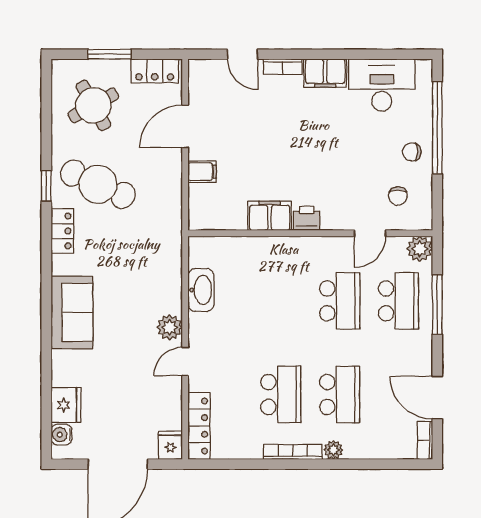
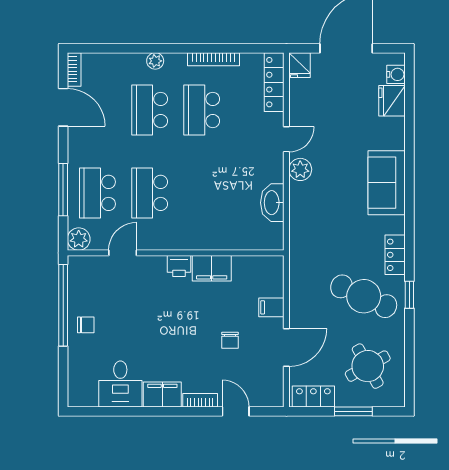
desk: (382, 85) -> (120, 384), width x0.73
window: (437, 128) -> (63, 305), moved
chair: (398, 196) -> (230, 340), moved, turned 180
bookcase: (293, 452) -> (213, 59), moved

